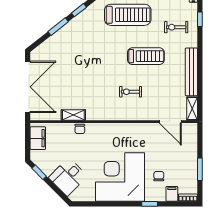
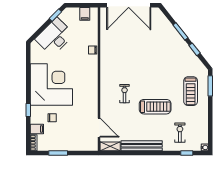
treadmill: (128, 15) -> (191, 91), width x0.73, depth x0.73
treadmill: (146, 56) -> (155, 107), turned -90
shelving: (73, 115) -> (105, 44), removed
door: (170, 122) -> (99, 128), swing flipped
filing cabinet: (38, 138) -> (85, 14), width x0.50
desk: (68, 177) -> (55, 37), width x1.37

